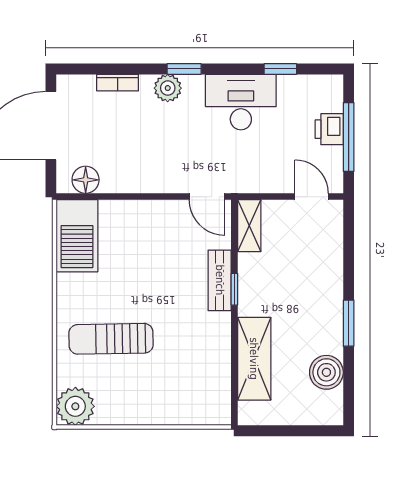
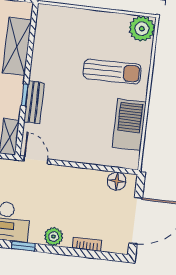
window: (184, 69) -> (23, 246), moved
barbecue: (77, 236) -> (129, 125), moved

